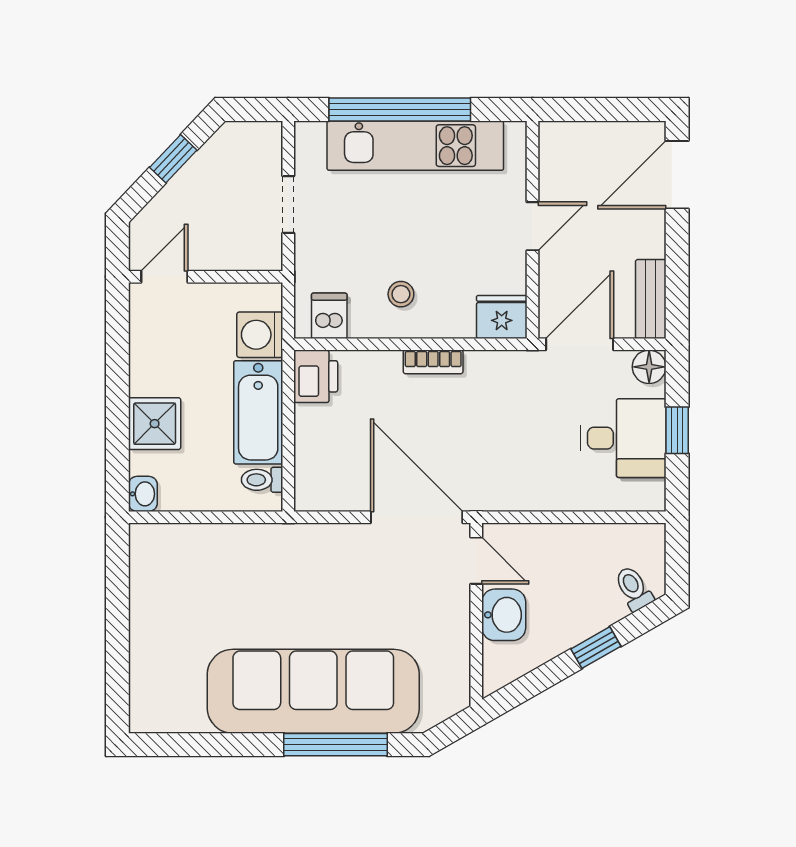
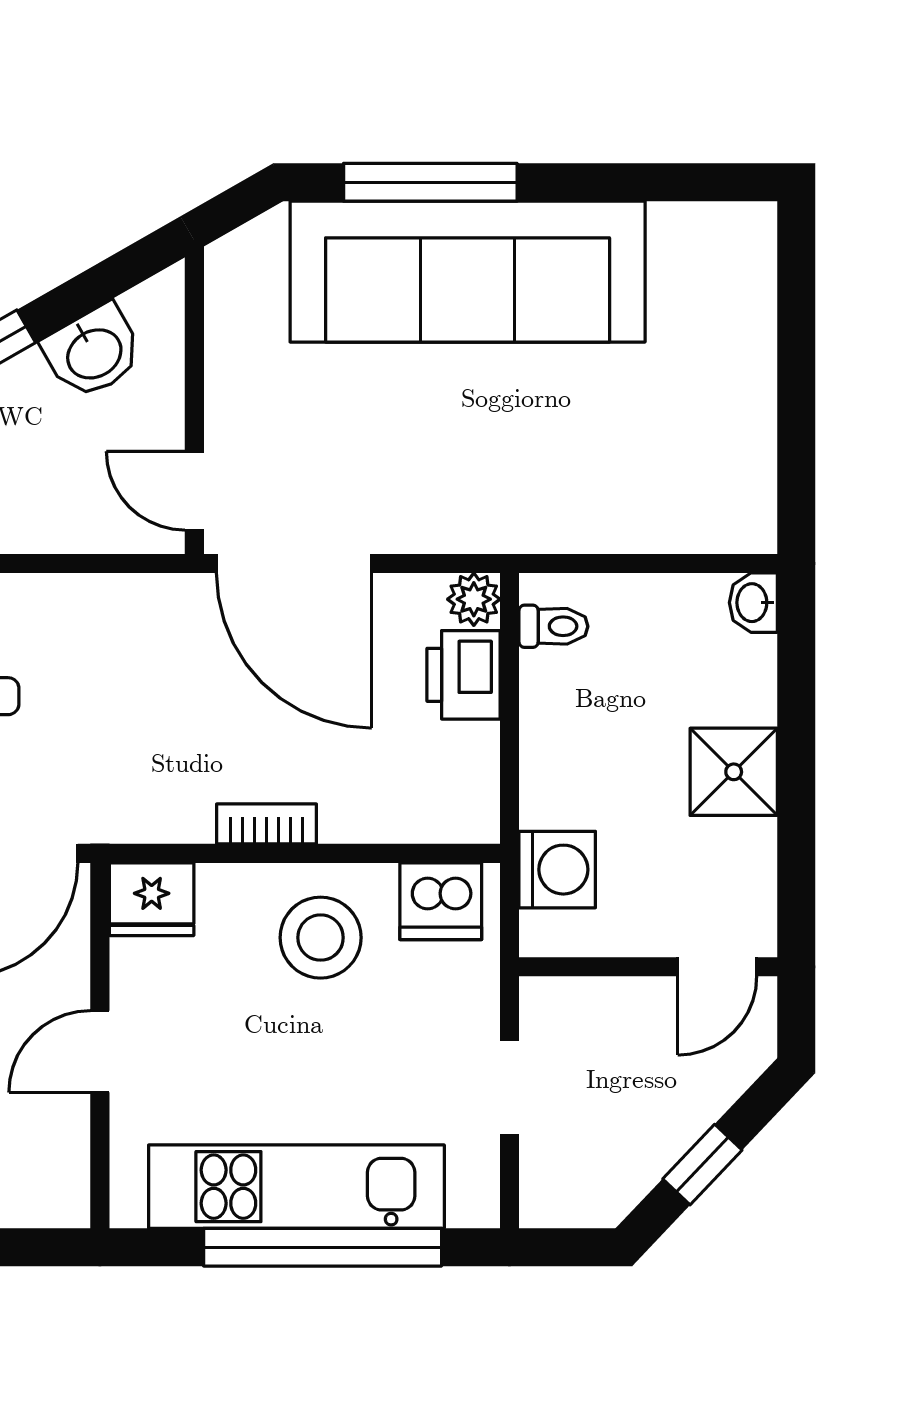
stool: (401, 294) -> (321, 938), width x1.89, depth x1.89
dishwasher: (329, 316) -> (441, 901), width x1.38
printer: (316, 376) -> (463, 675), moved
bathtub: (258, 412) -> (560, 739), removed
shower: (155, 424) -> (734, 772), moved
plant: (310, 496) -> (474, 599), added
washbasin: (504, 615) -> (93, 352), moved, turned -120

